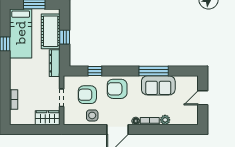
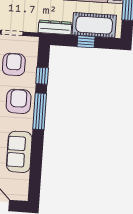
window: (154, 71) -> (40, 111), moved

